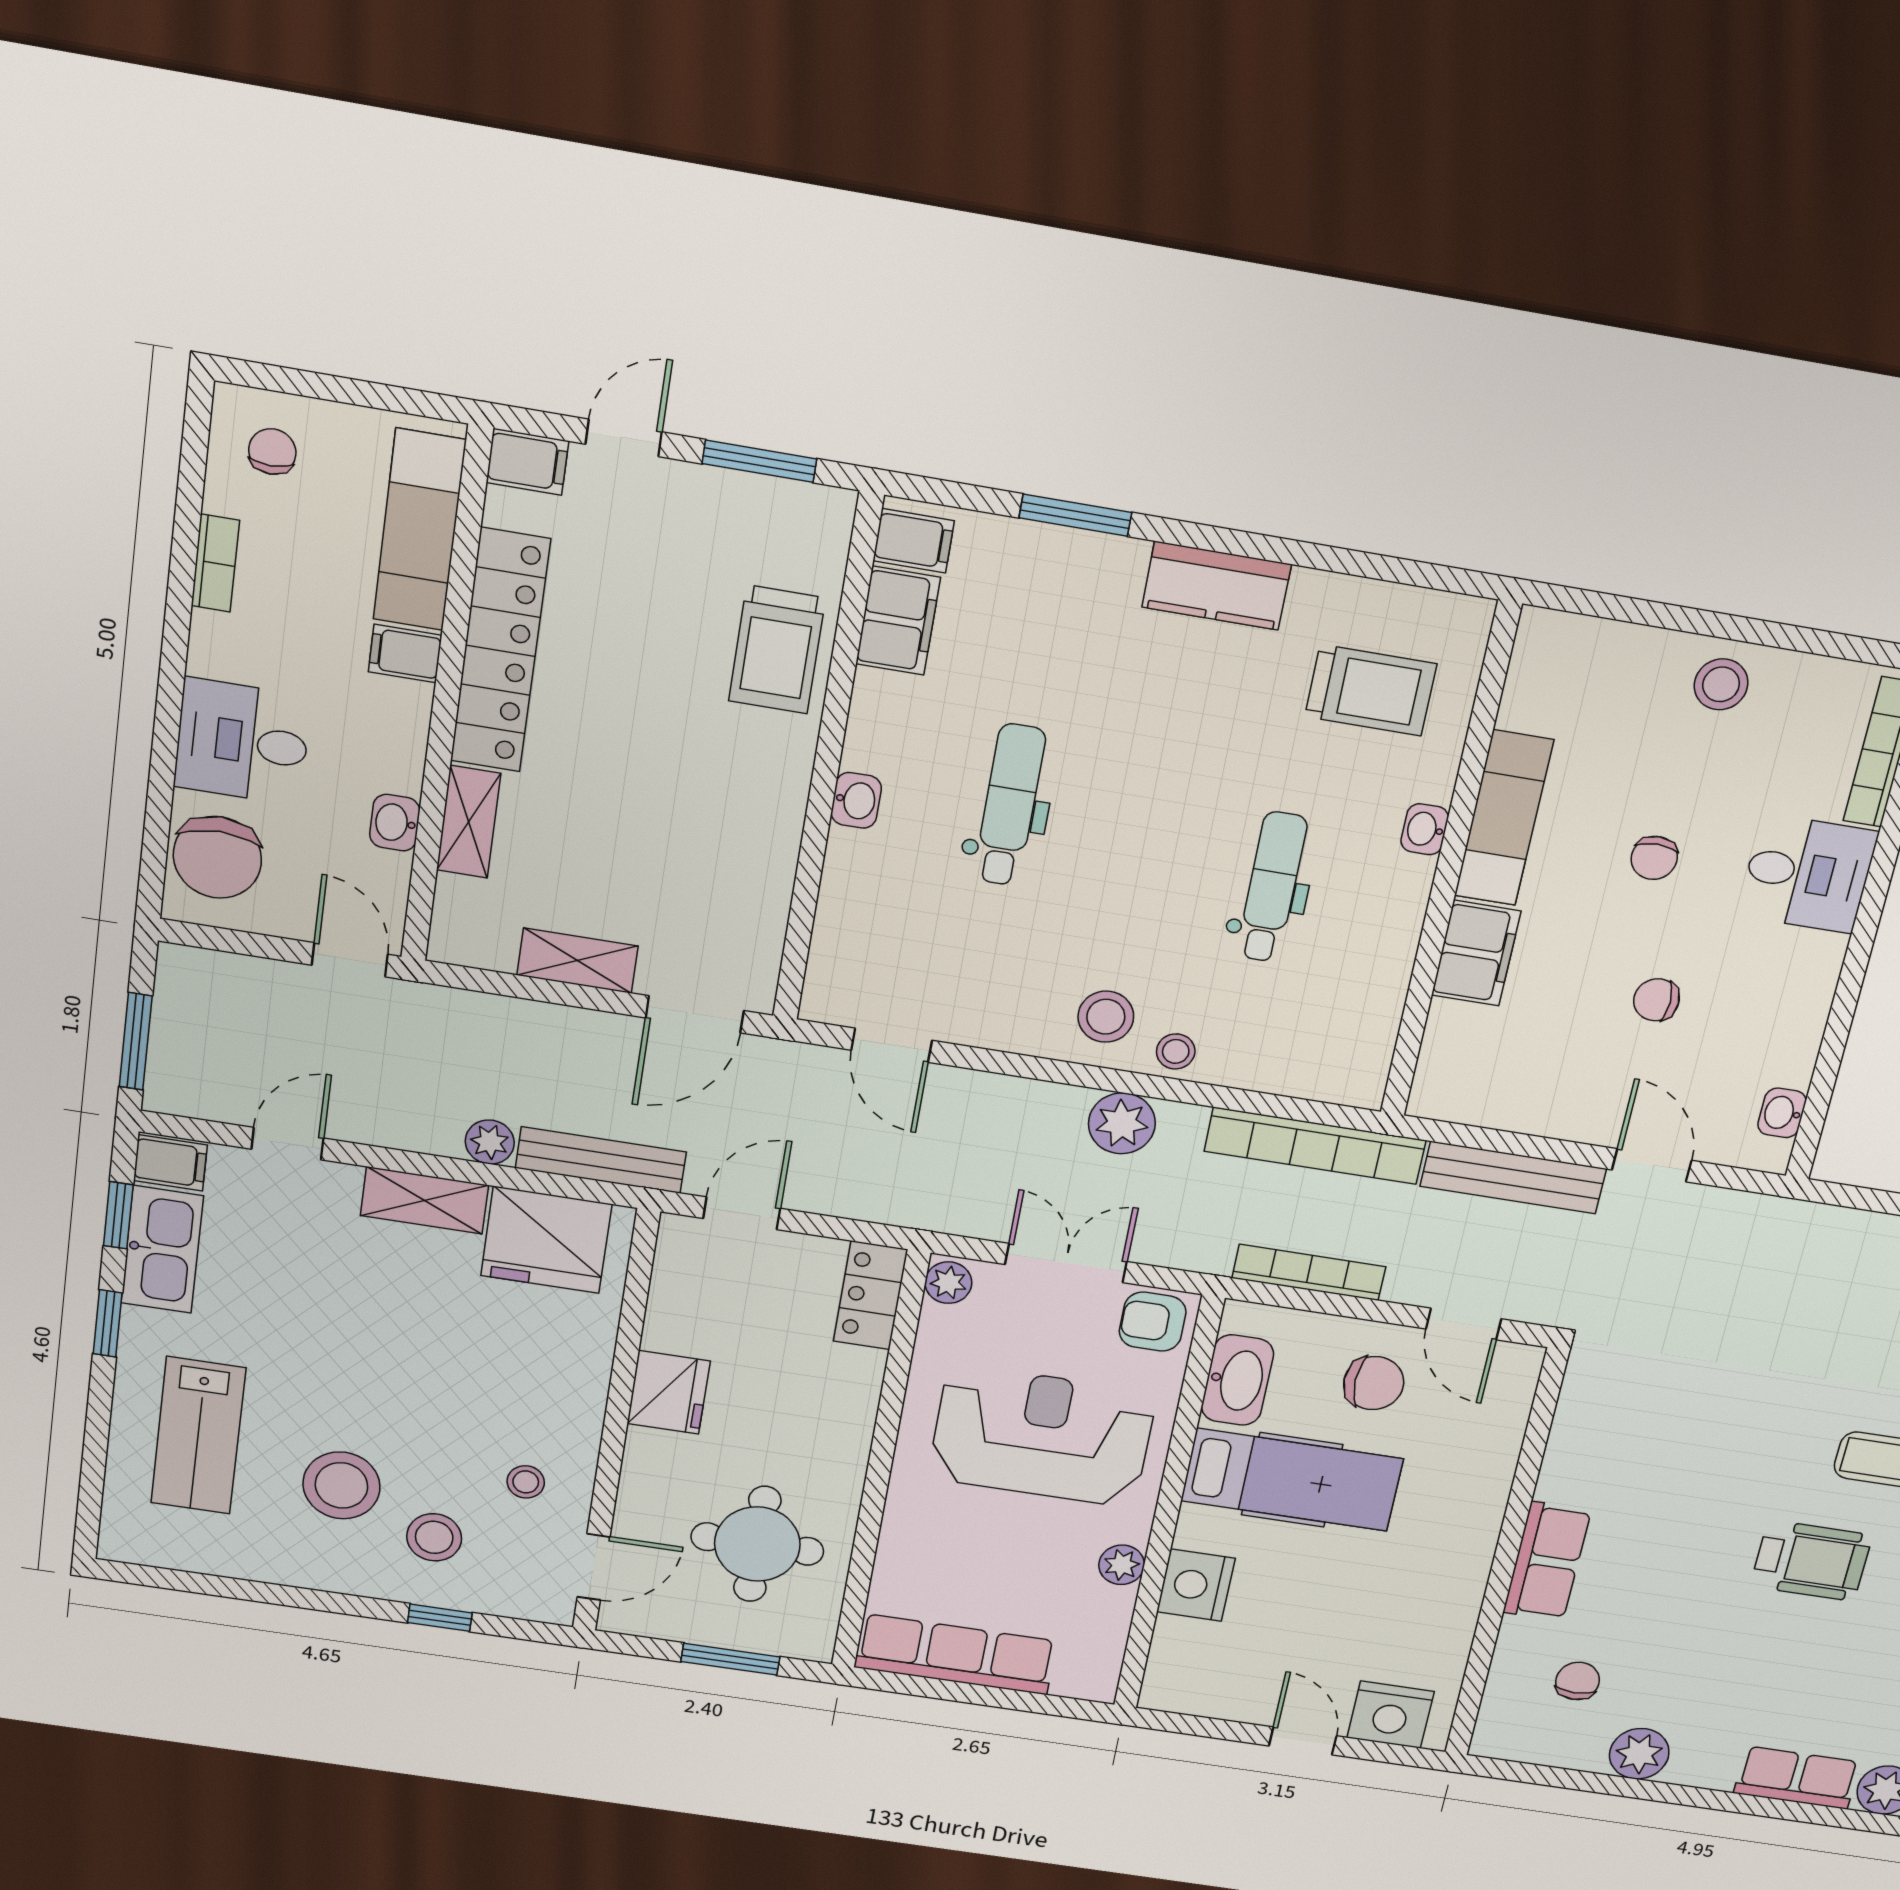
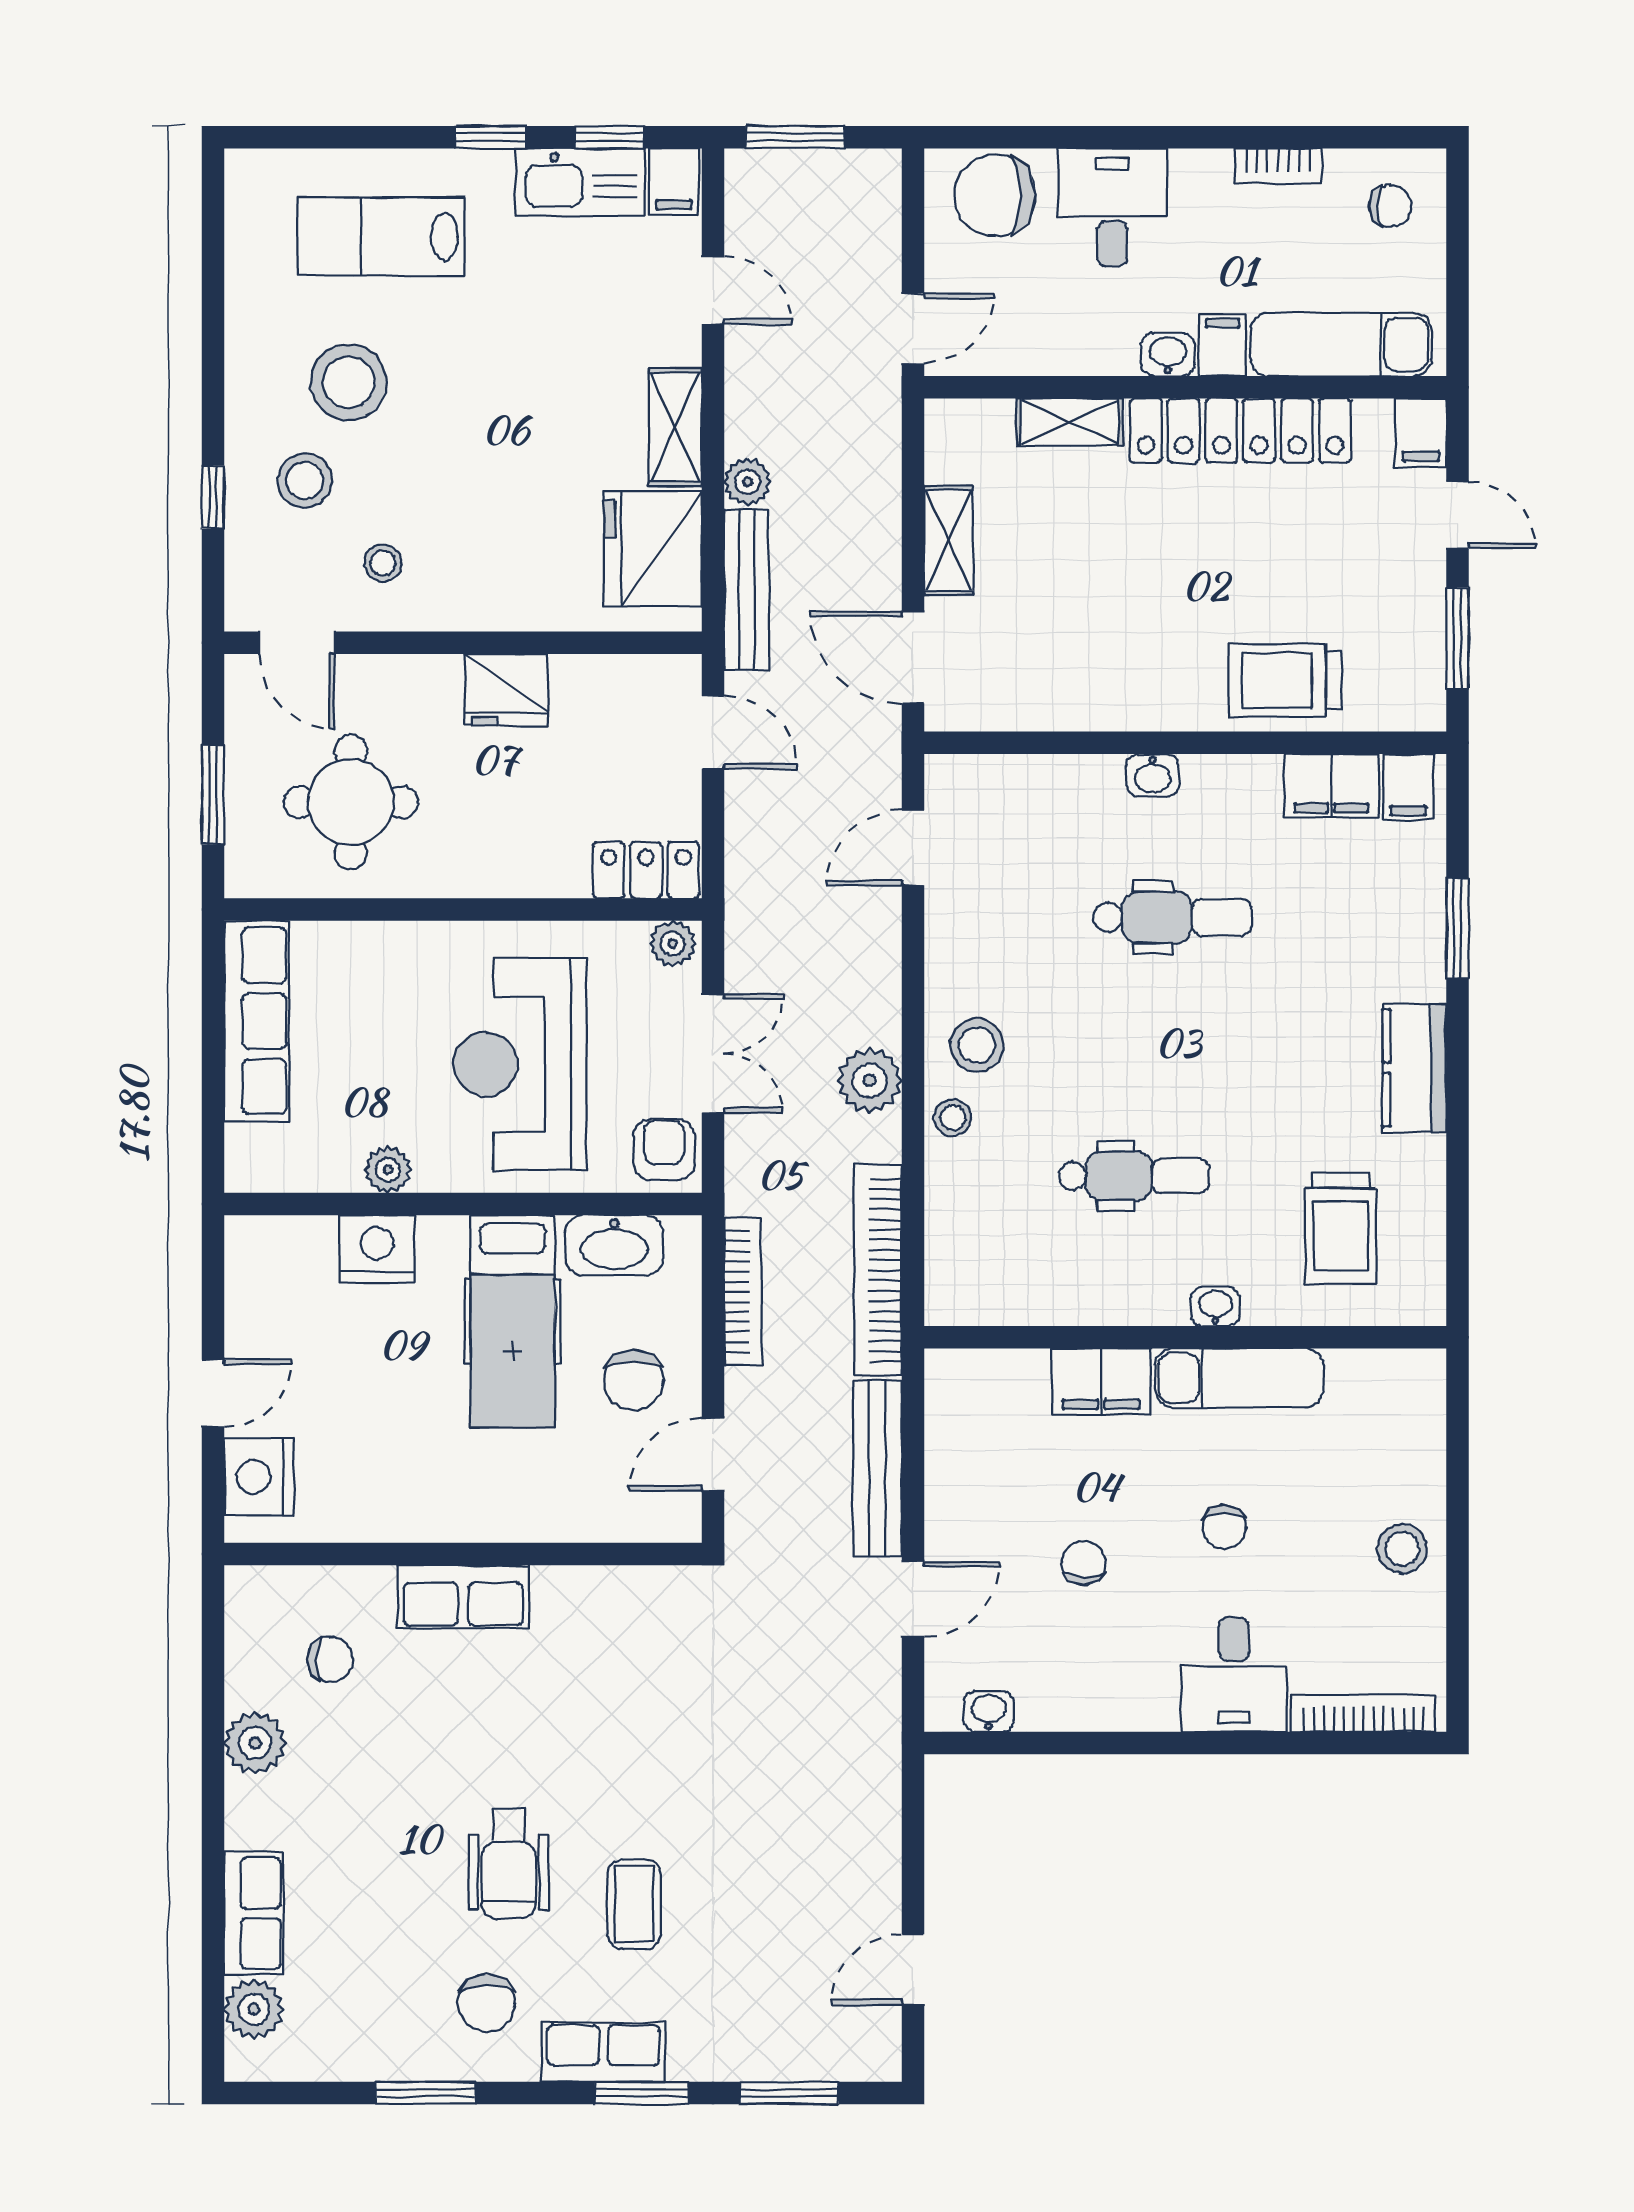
washbasin: (395, 823) -> (1168, 354), moved
chair: (1654, 858) -> (1224, 1527), turned -90
reception desk: (1042, 1436) -> (520, 1064), turned 180

